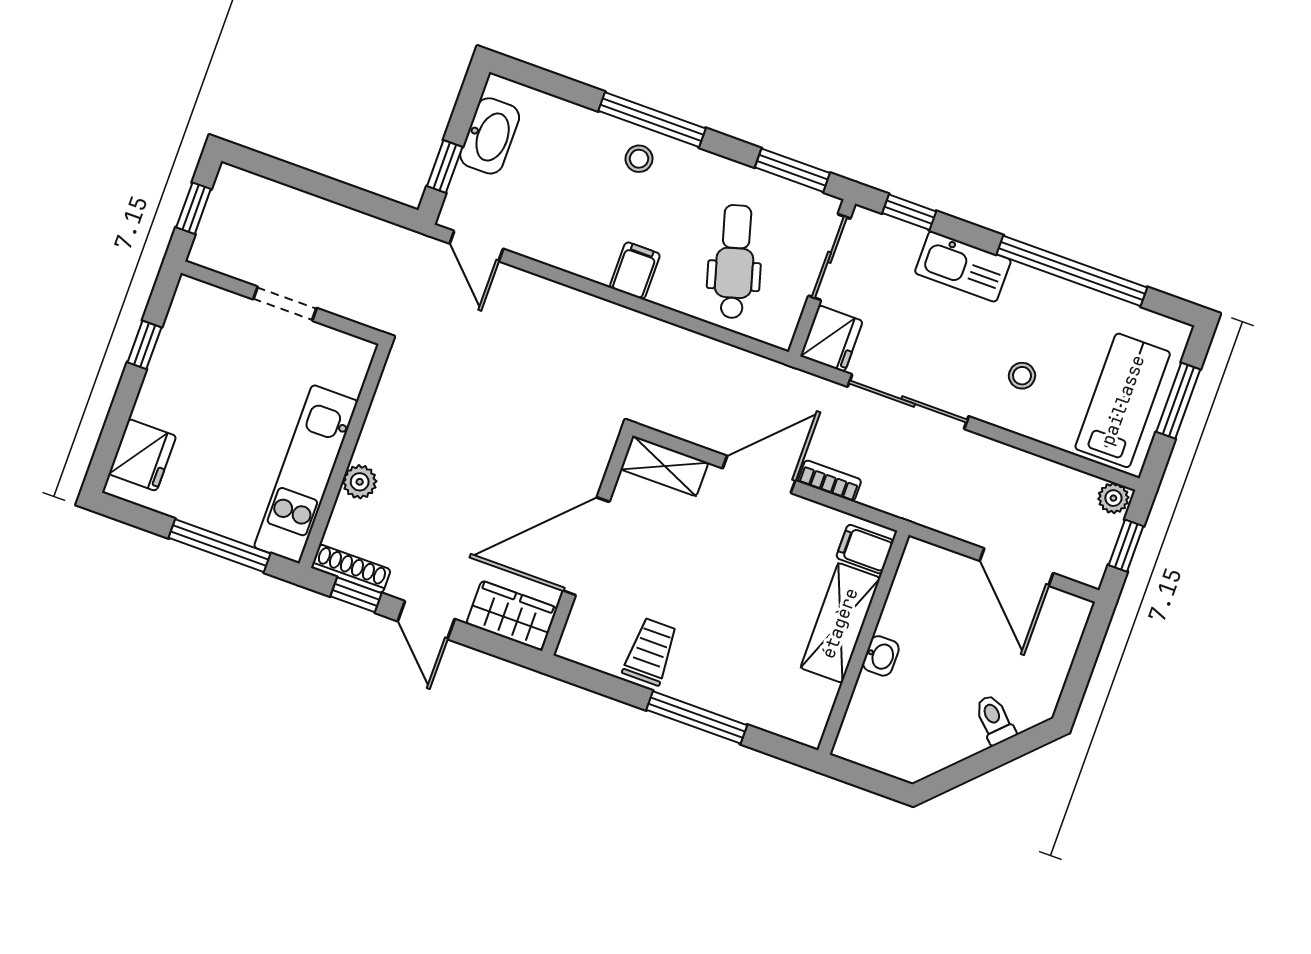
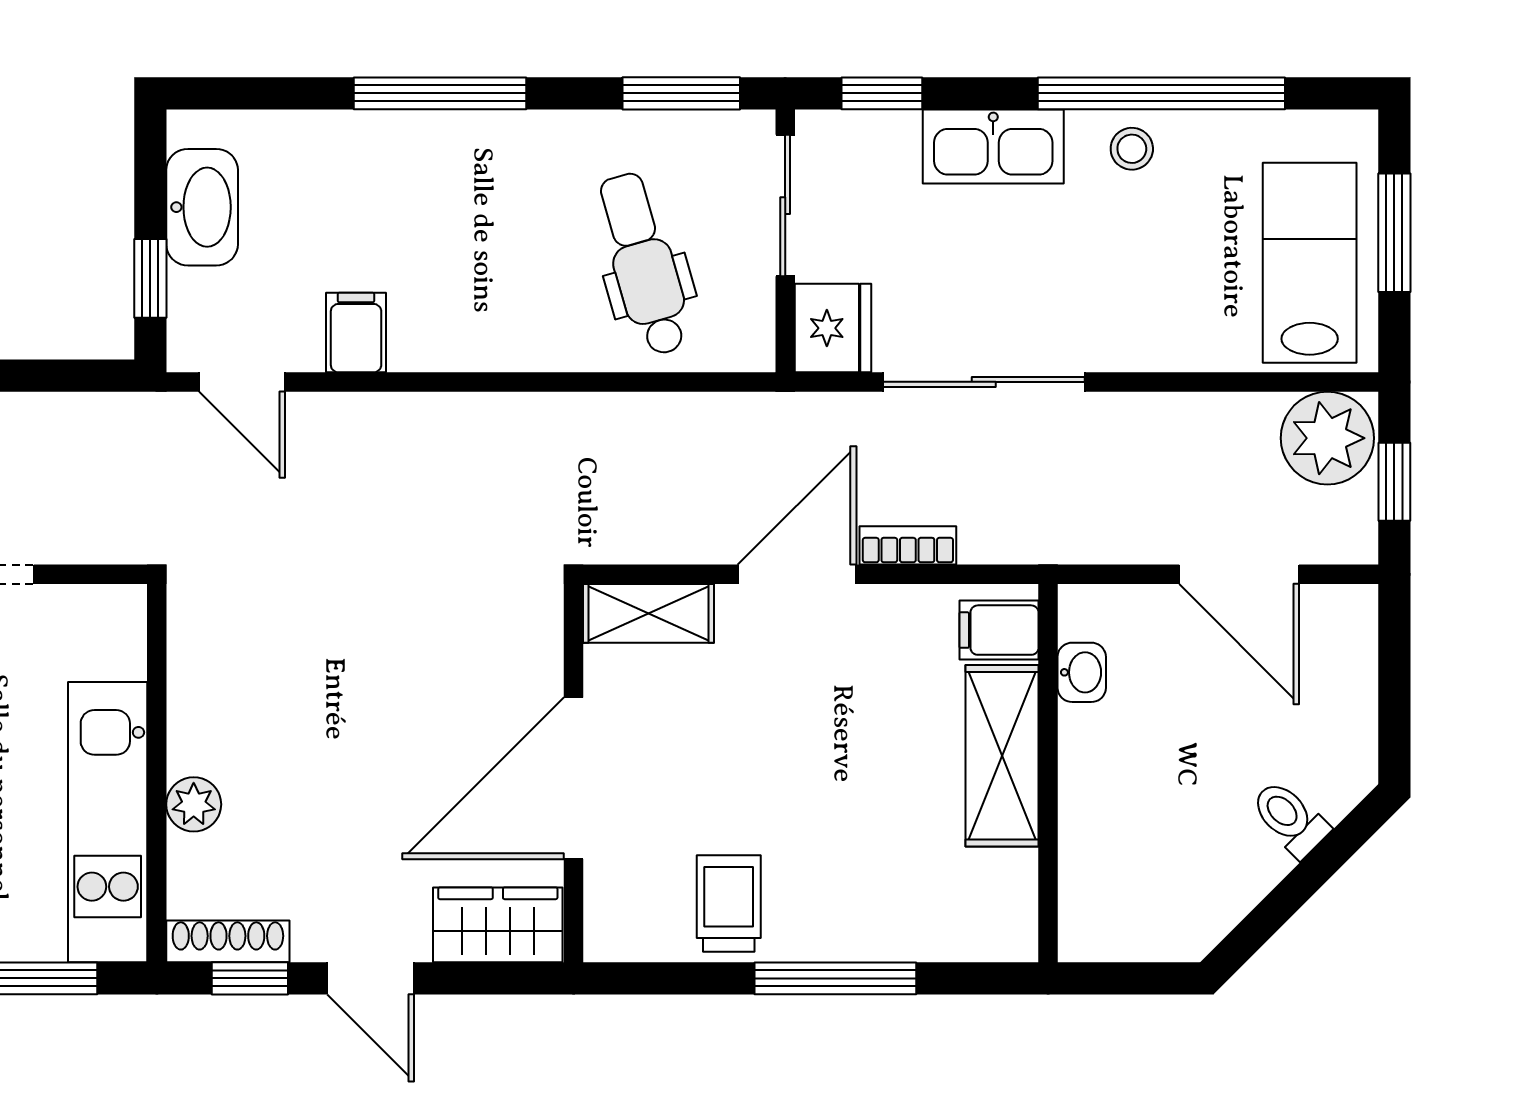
stool: (639, 159) -> (442, 160), removed
filing cabinet: (635, 271) -> (356, 333), moved
stool: (1022, 376) -> (1132, 149), moved
plant: (1113, 498) -> (1327, 438), width x1.87, depth x1.87
washbasin: (881, 656) -> (1082, 672), moved

